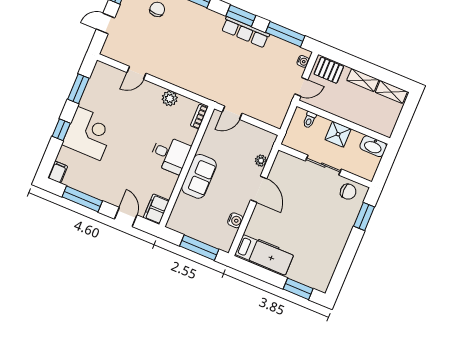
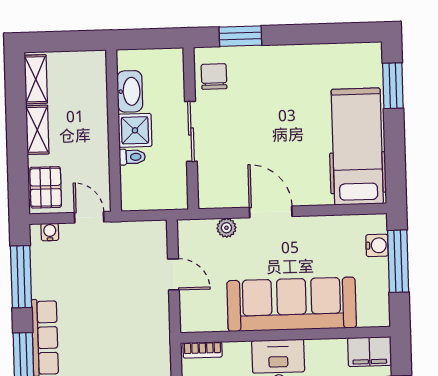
door: (232, 113) -> (173, 274), moved
toilet: (309, 120) -> (132, 157), moved
washbasin: (373, 146) -> (130, 91), moved
sofa: (199, 176) -> (292, 304), width x1.85, depth x1.27
door: (259, 189) -> (271, 212), hinge flipped
water cooler: (235, 220) -> (377, 245), moved, turned 90
hospital bed: (264, 255) -> (357, 147), width x1.37, depth x1.29

